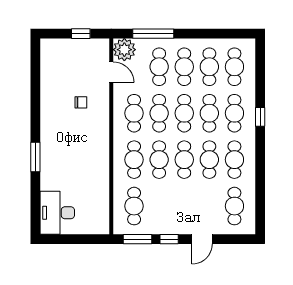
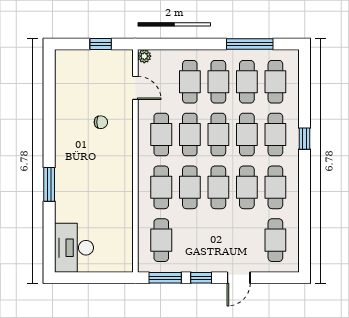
window: (153, 34) -> (250, 44), moved
plant: (124, 50) -> (144, 56), width x0.53, depth x0.53

